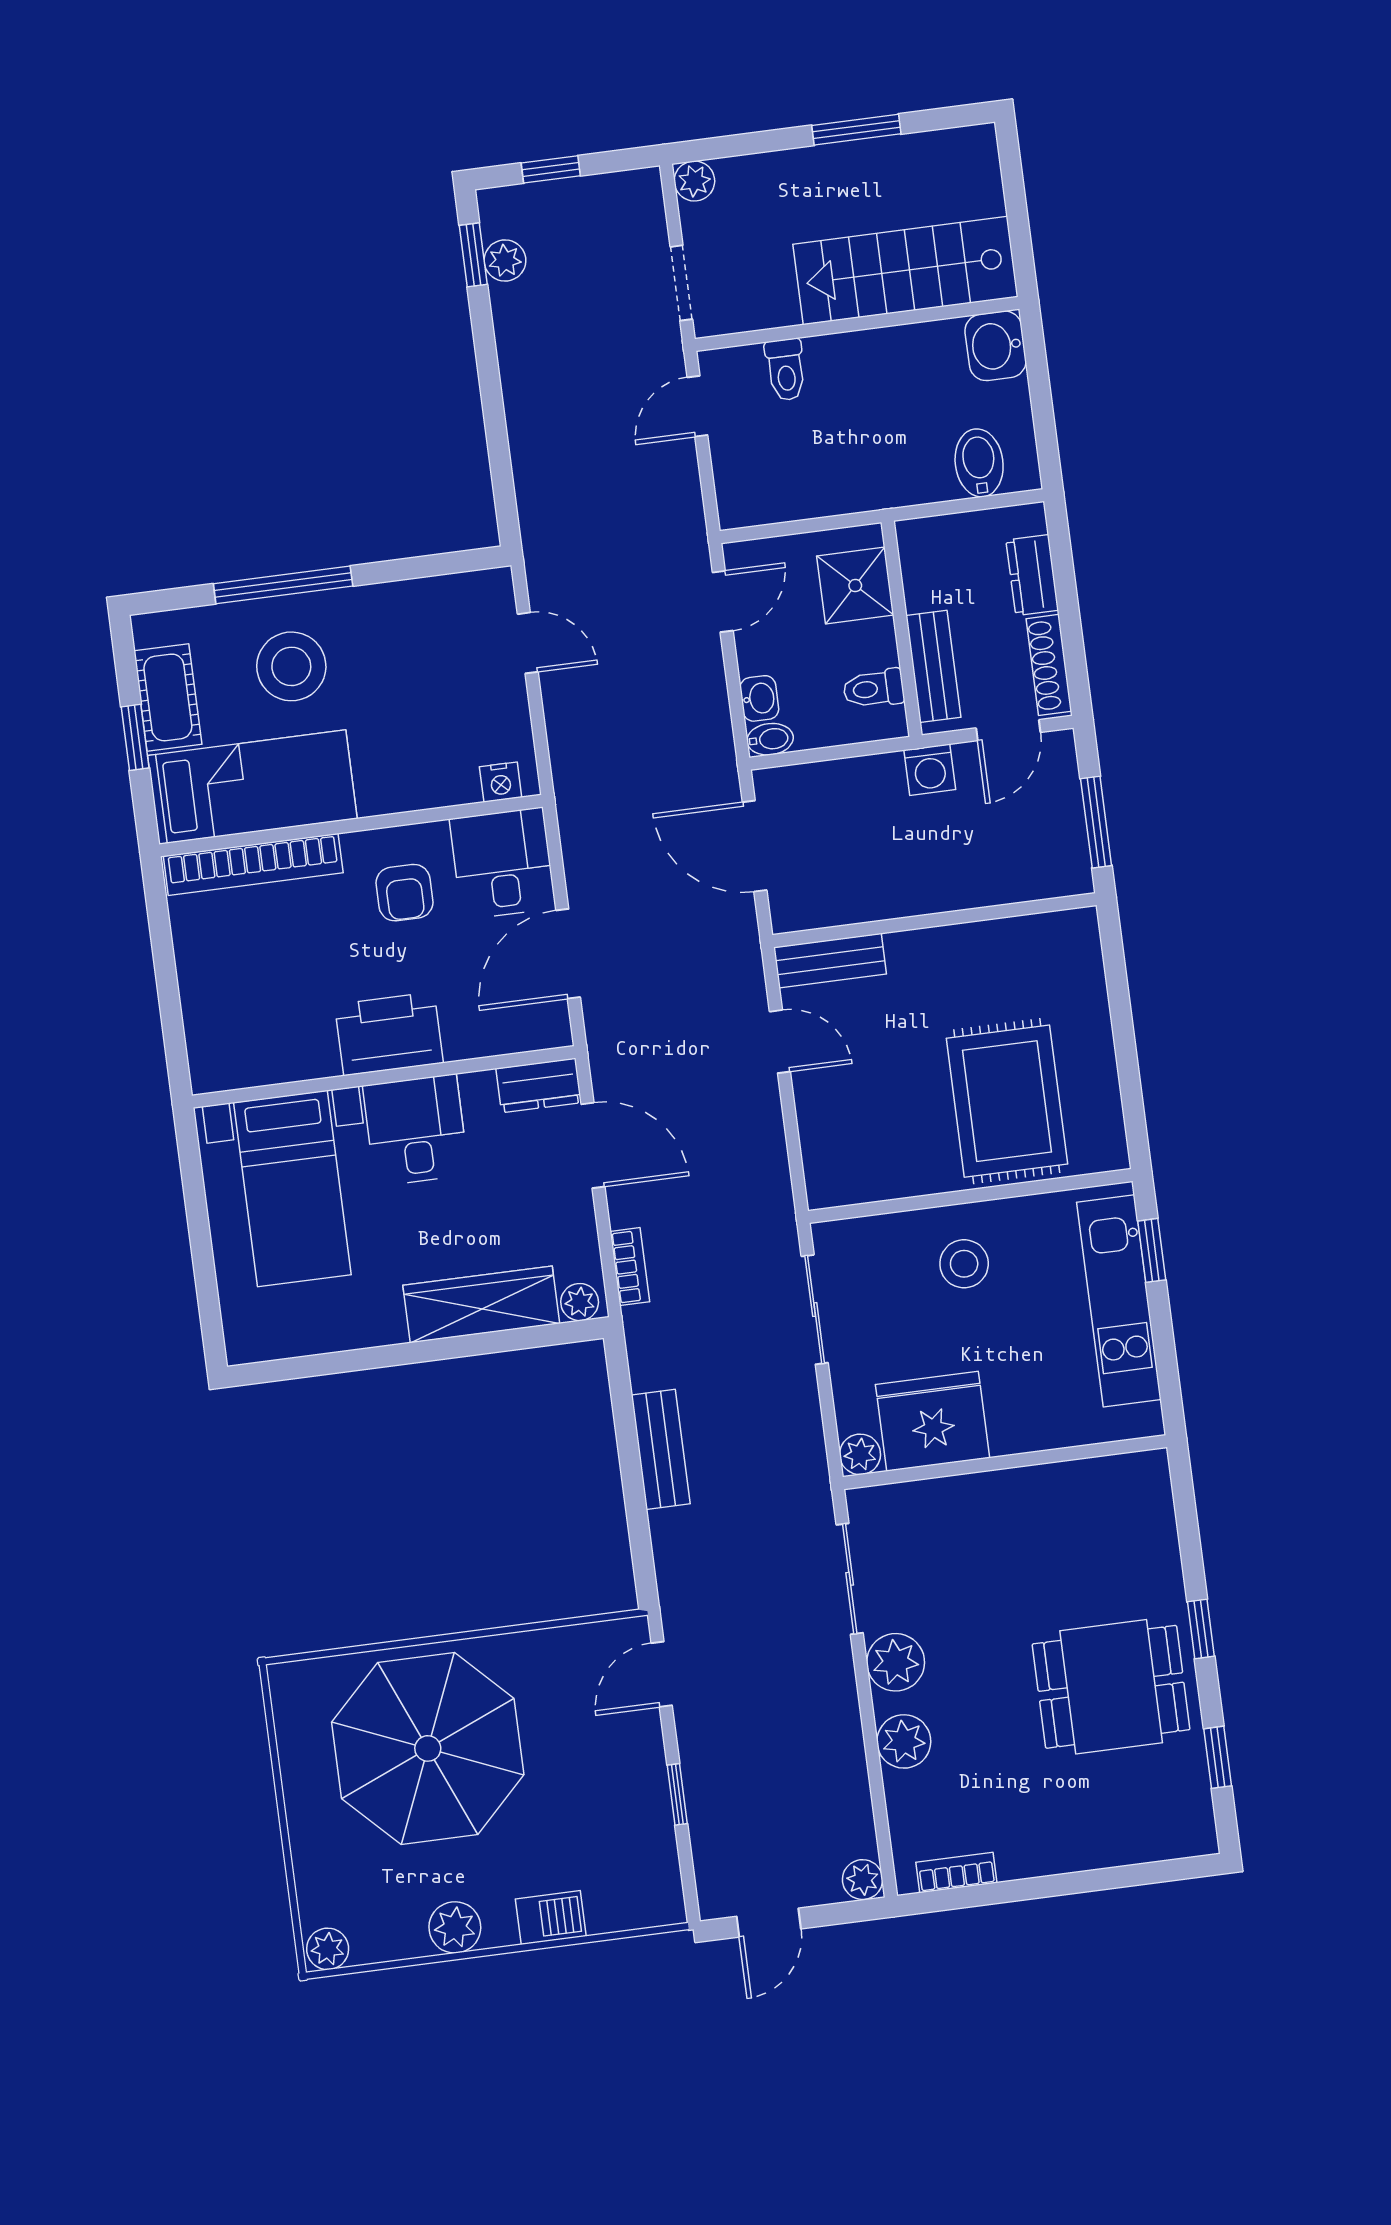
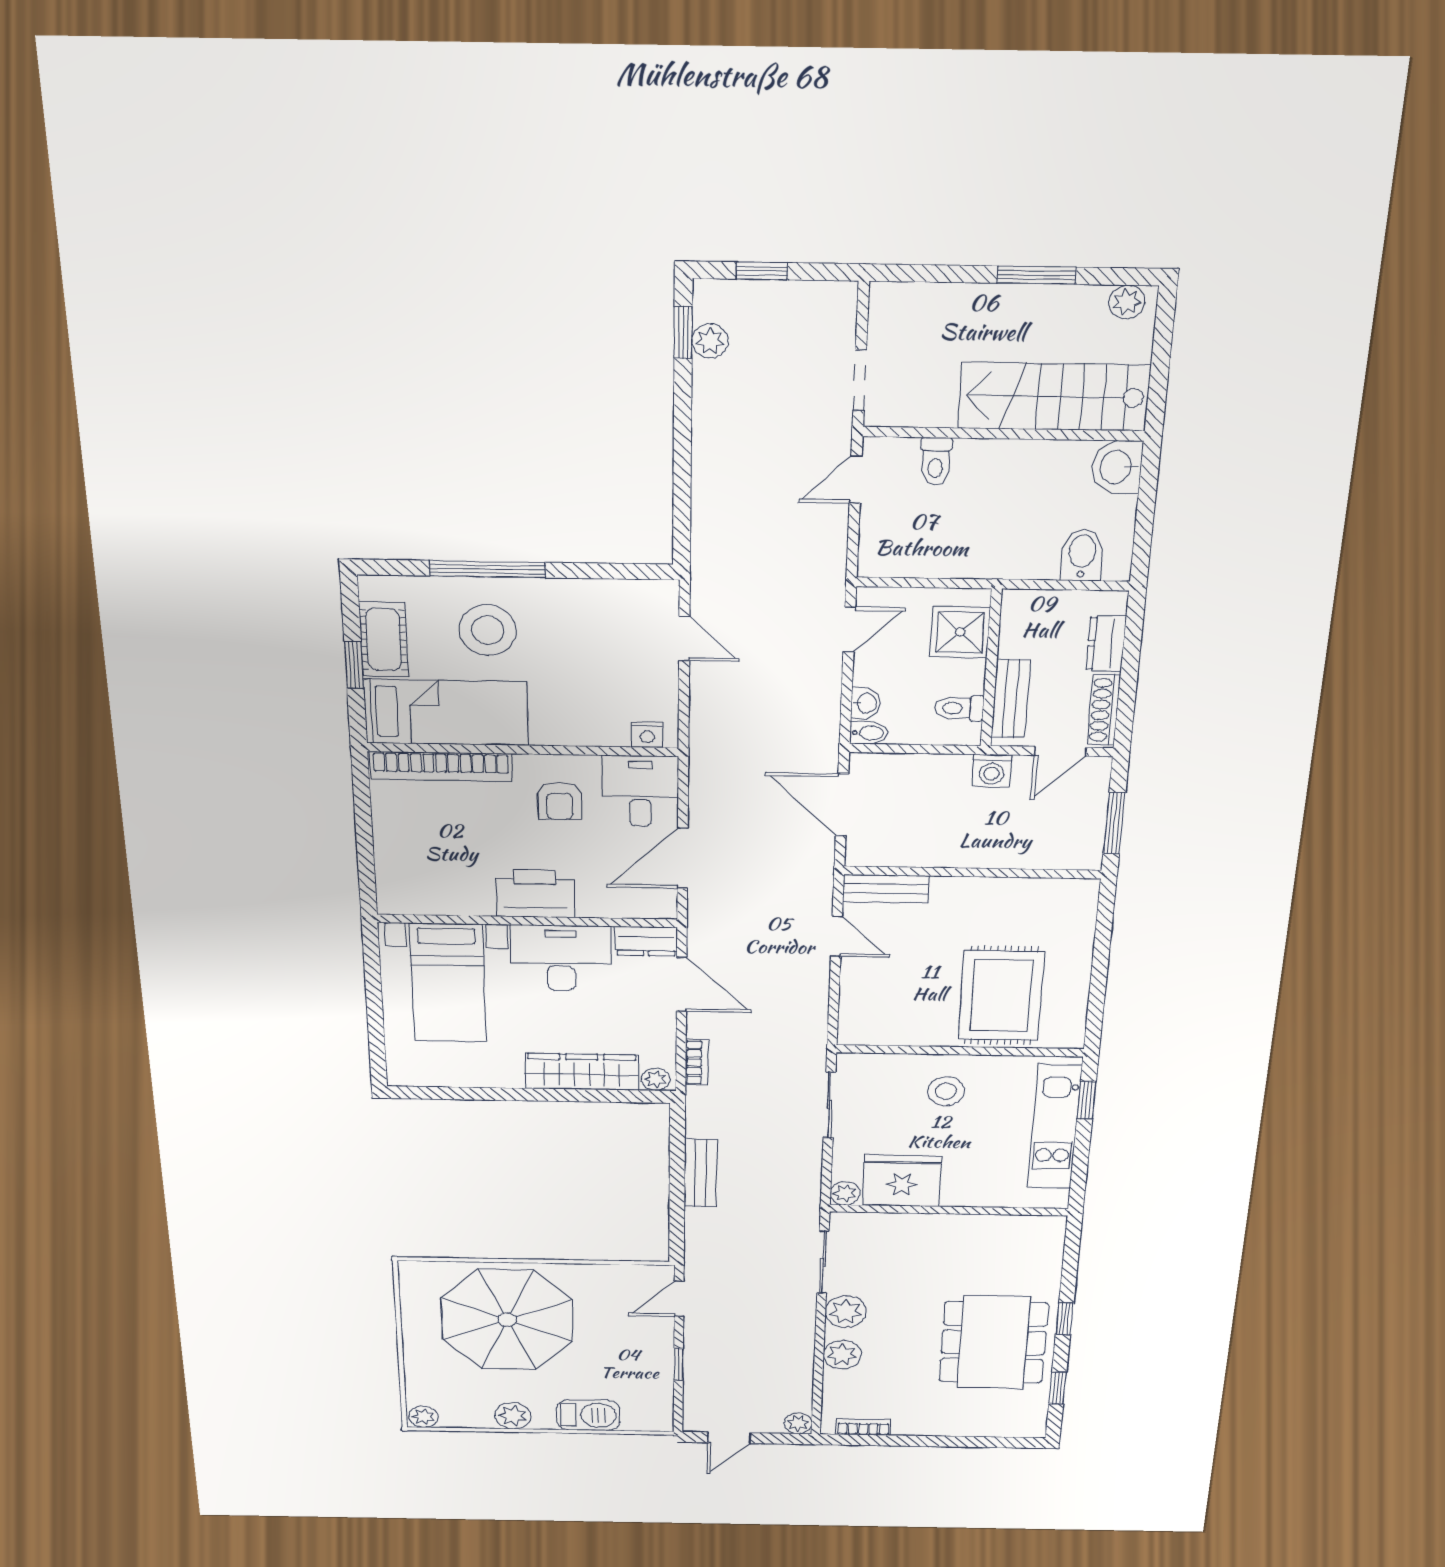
plant: (694, 181) -> (1127, 302), moved
desk: (416, 1130) -> (561, 958), width x1.37
dining table: (1111, 1687) -> (994, 1342), width x1.38
barbecue: (551, 1918) -> (588, 1415), width x1.38, depth x1.27

